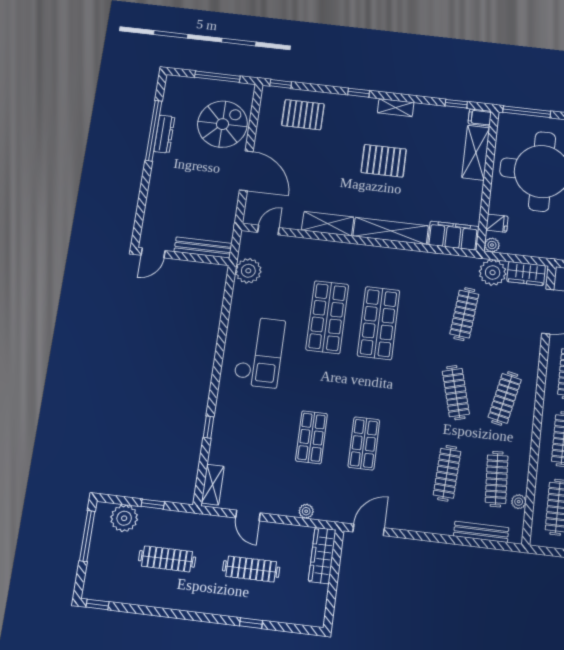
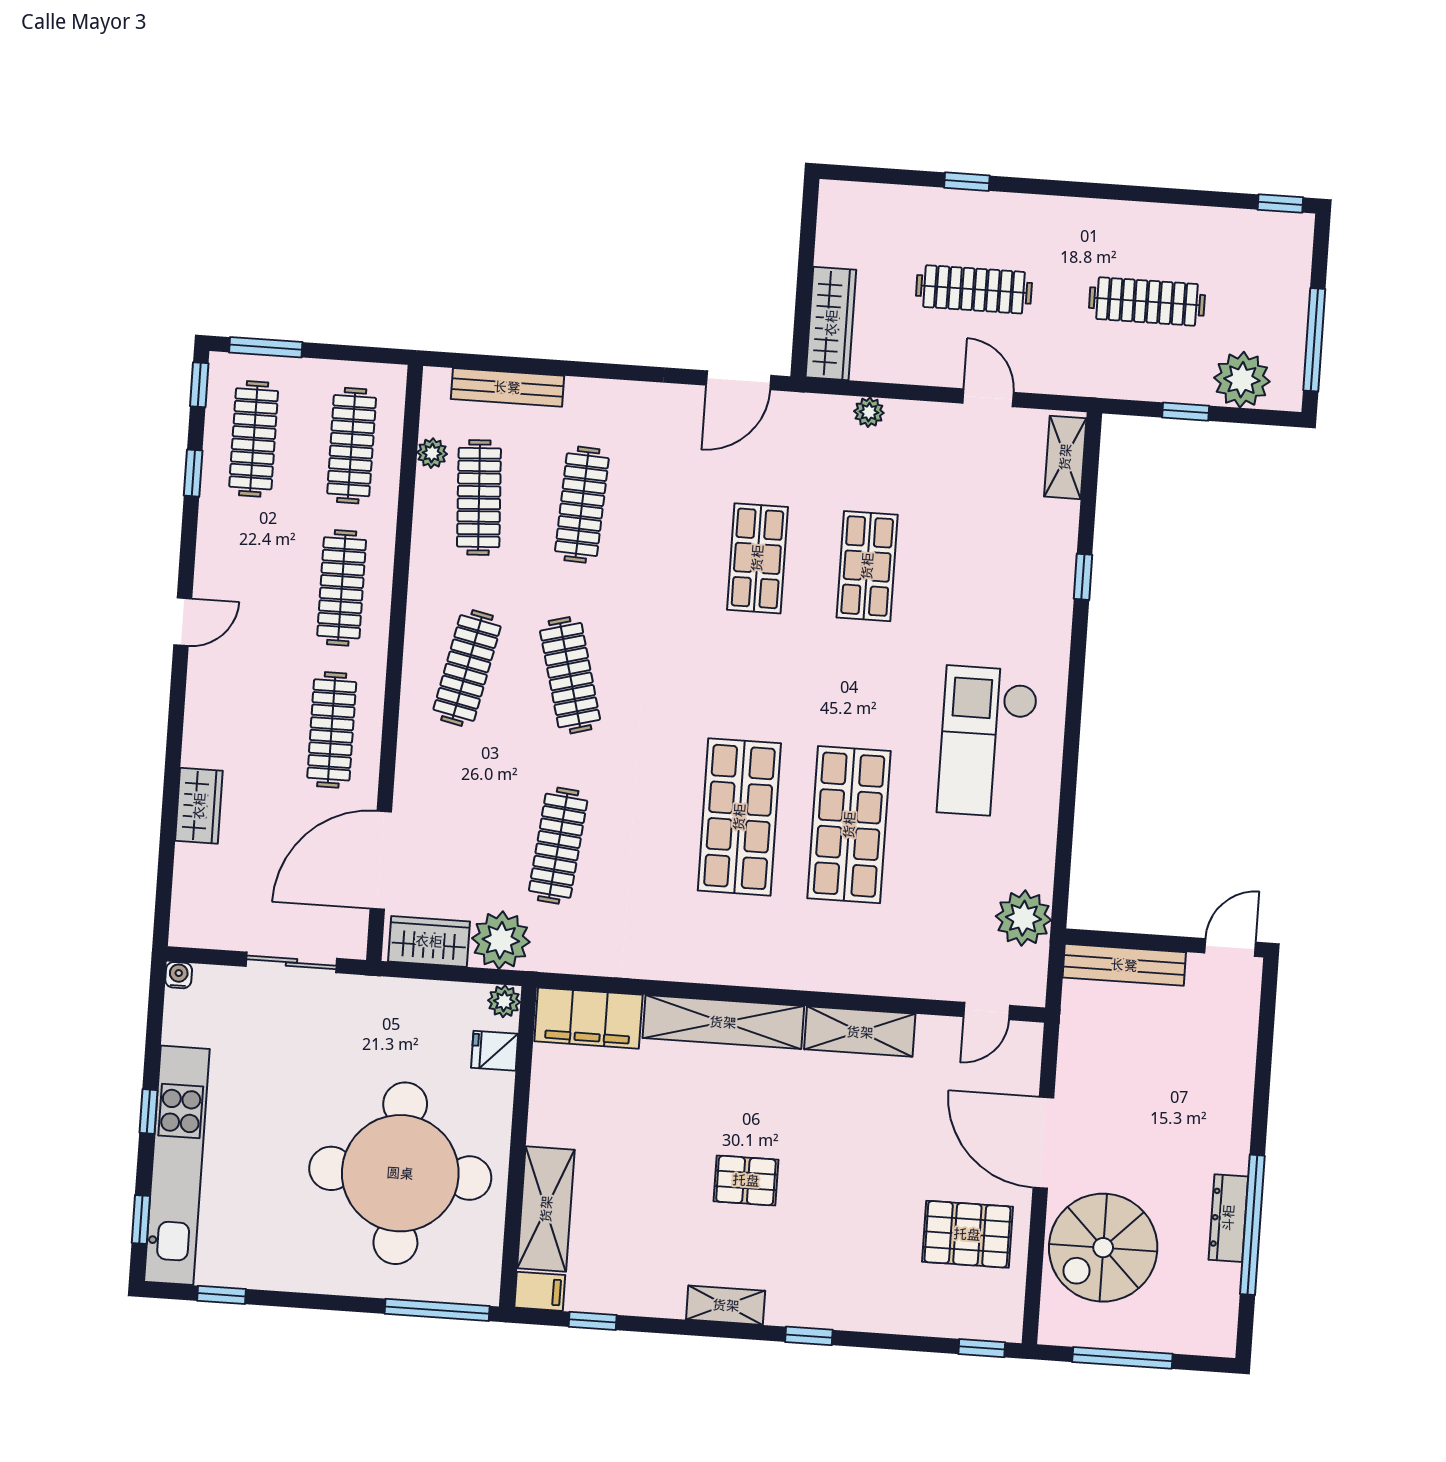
pallet: (303, 115) -> (967, 1234), moved
pallet: (384, 161) -> (746, 1180), width x0.67, depth x0.71

